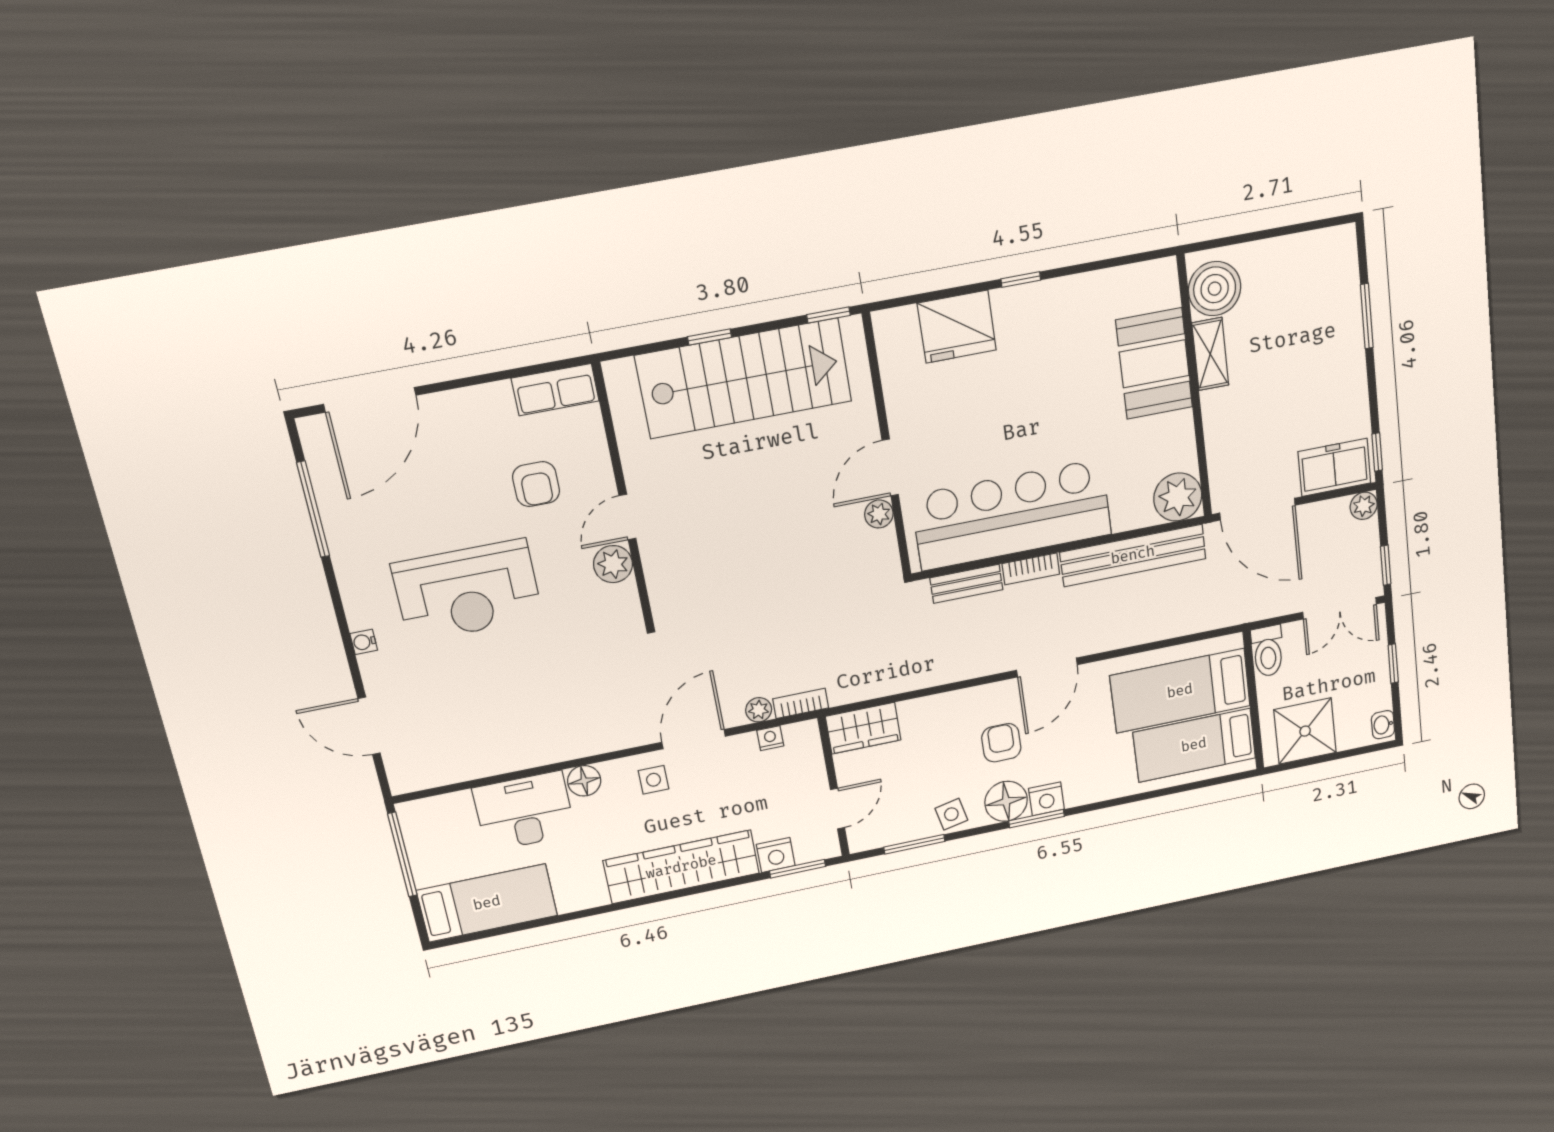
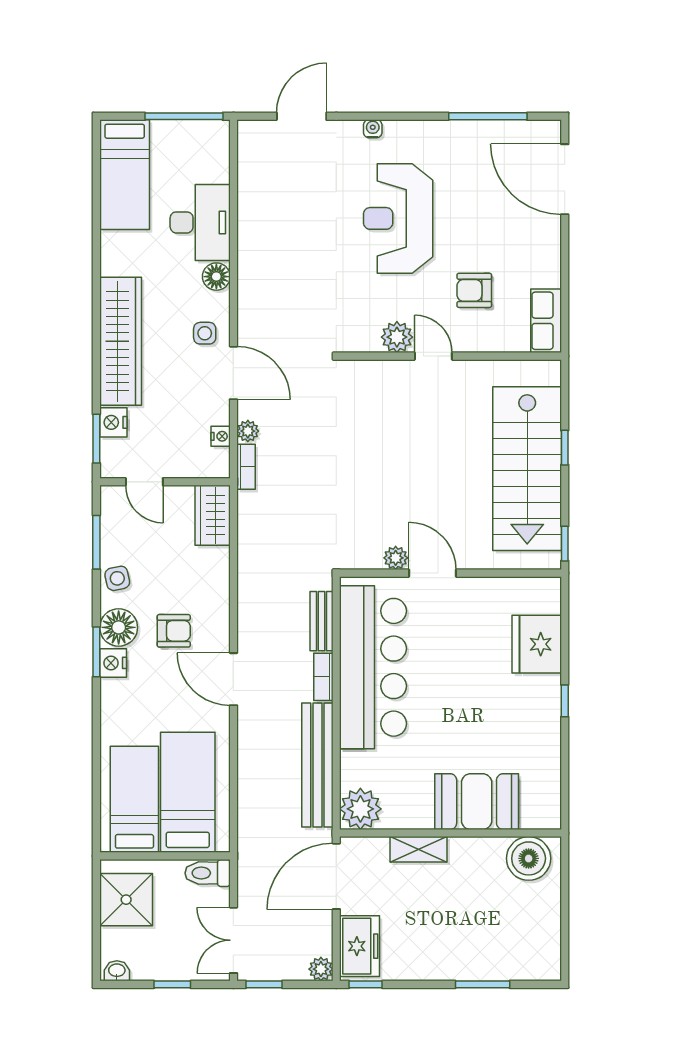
shelving: (1210, 354) -> (419, 849), moved

